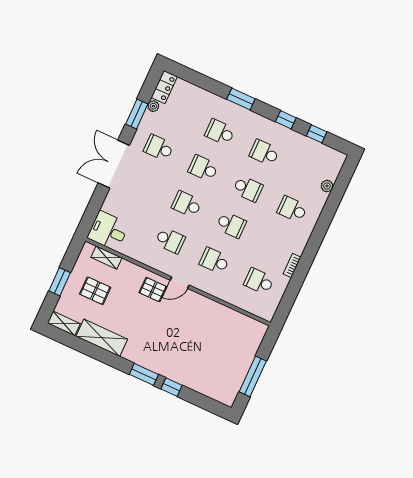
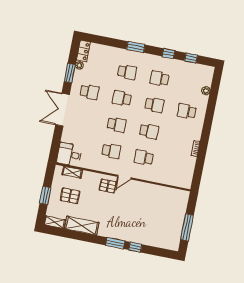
school desk: (220, 132) -> (127, 72), turned 180
school desk: (159, 148) -> (89, 92), turned 180
school desk: (187, 204) -> (117, 125), turned 180
school desk: (259, 281) -> (176, 164), removed

